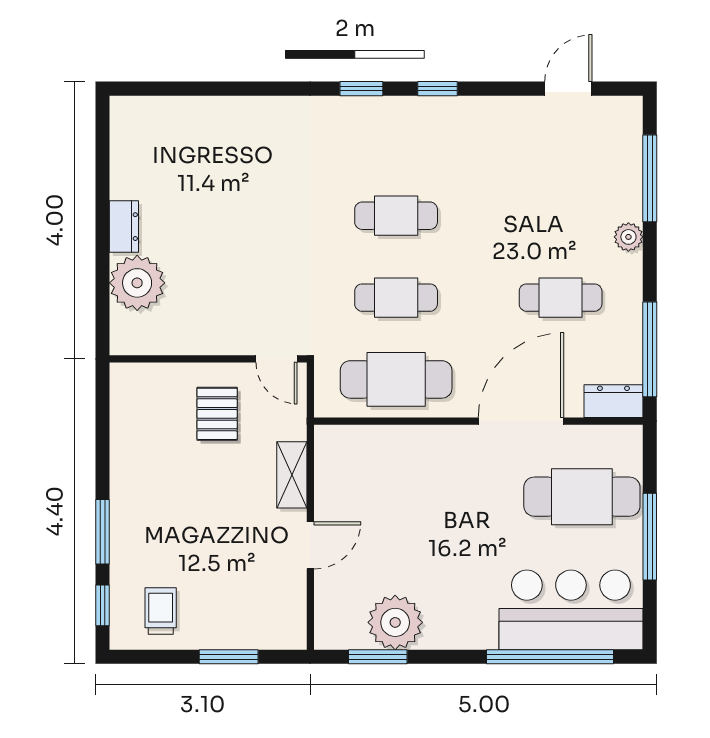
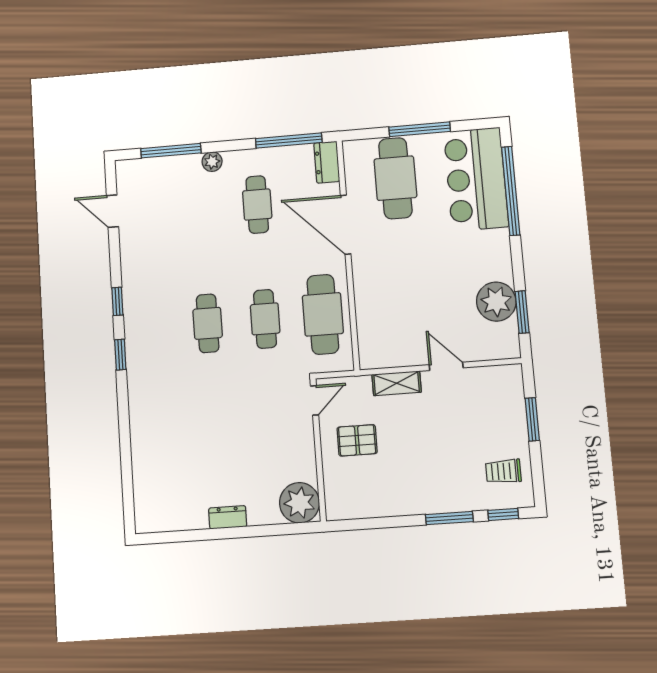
plant: (137, 283) -> (299, 503), moved

